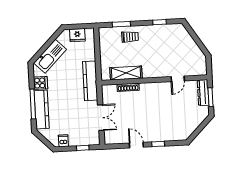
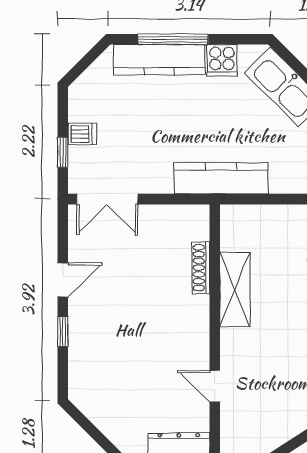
shelving: (126, 73) -> (235, 290), moved
double door: (101, 118) -> (107, 199), moved
dishwasher: (63, 141) -> (82, 134), moved

